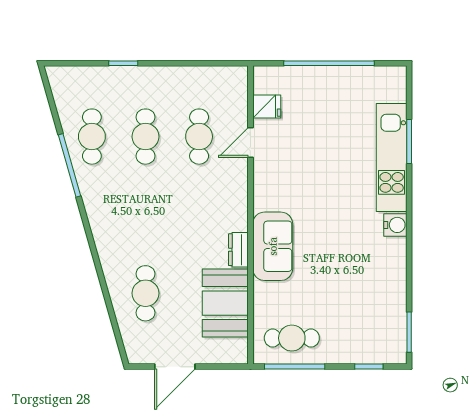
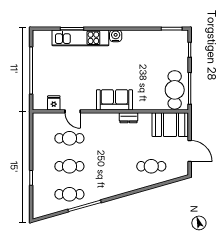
sofa: (273, 246) -> (114, 100), moved
booth: (225, 303) -> (170, 125), moved
cafe table: (292, 338) -> (175, 90), width x1.37, depth x1.35

